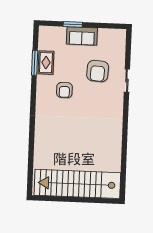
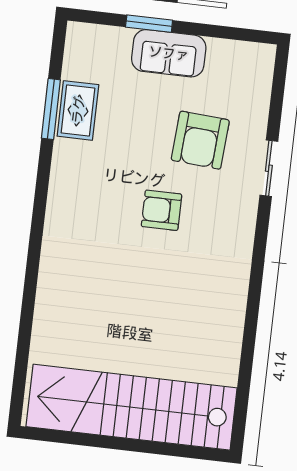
armchair: (64, 90) -> (161, 210), moved, turned 90

